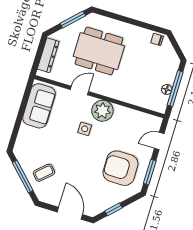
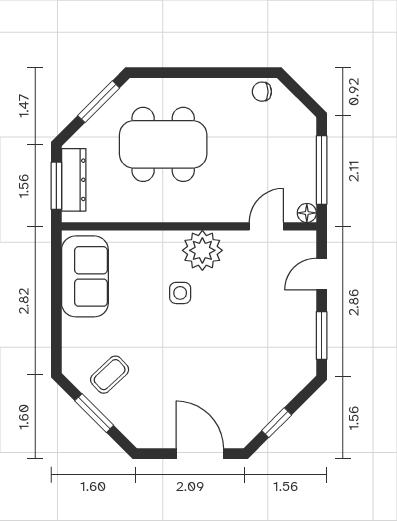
window: (38, 56) -> (56, 186), added
floor lamp: (167, 89) -> (307, 213), moved
door: (79, 90) -> (266, 226), moved
armchair: (121, 168) -> (267, 344), removed
coffee table: (44, 173) -> (110, 375), moved
window: (23, 176) -> (94, 413), width x0.69

